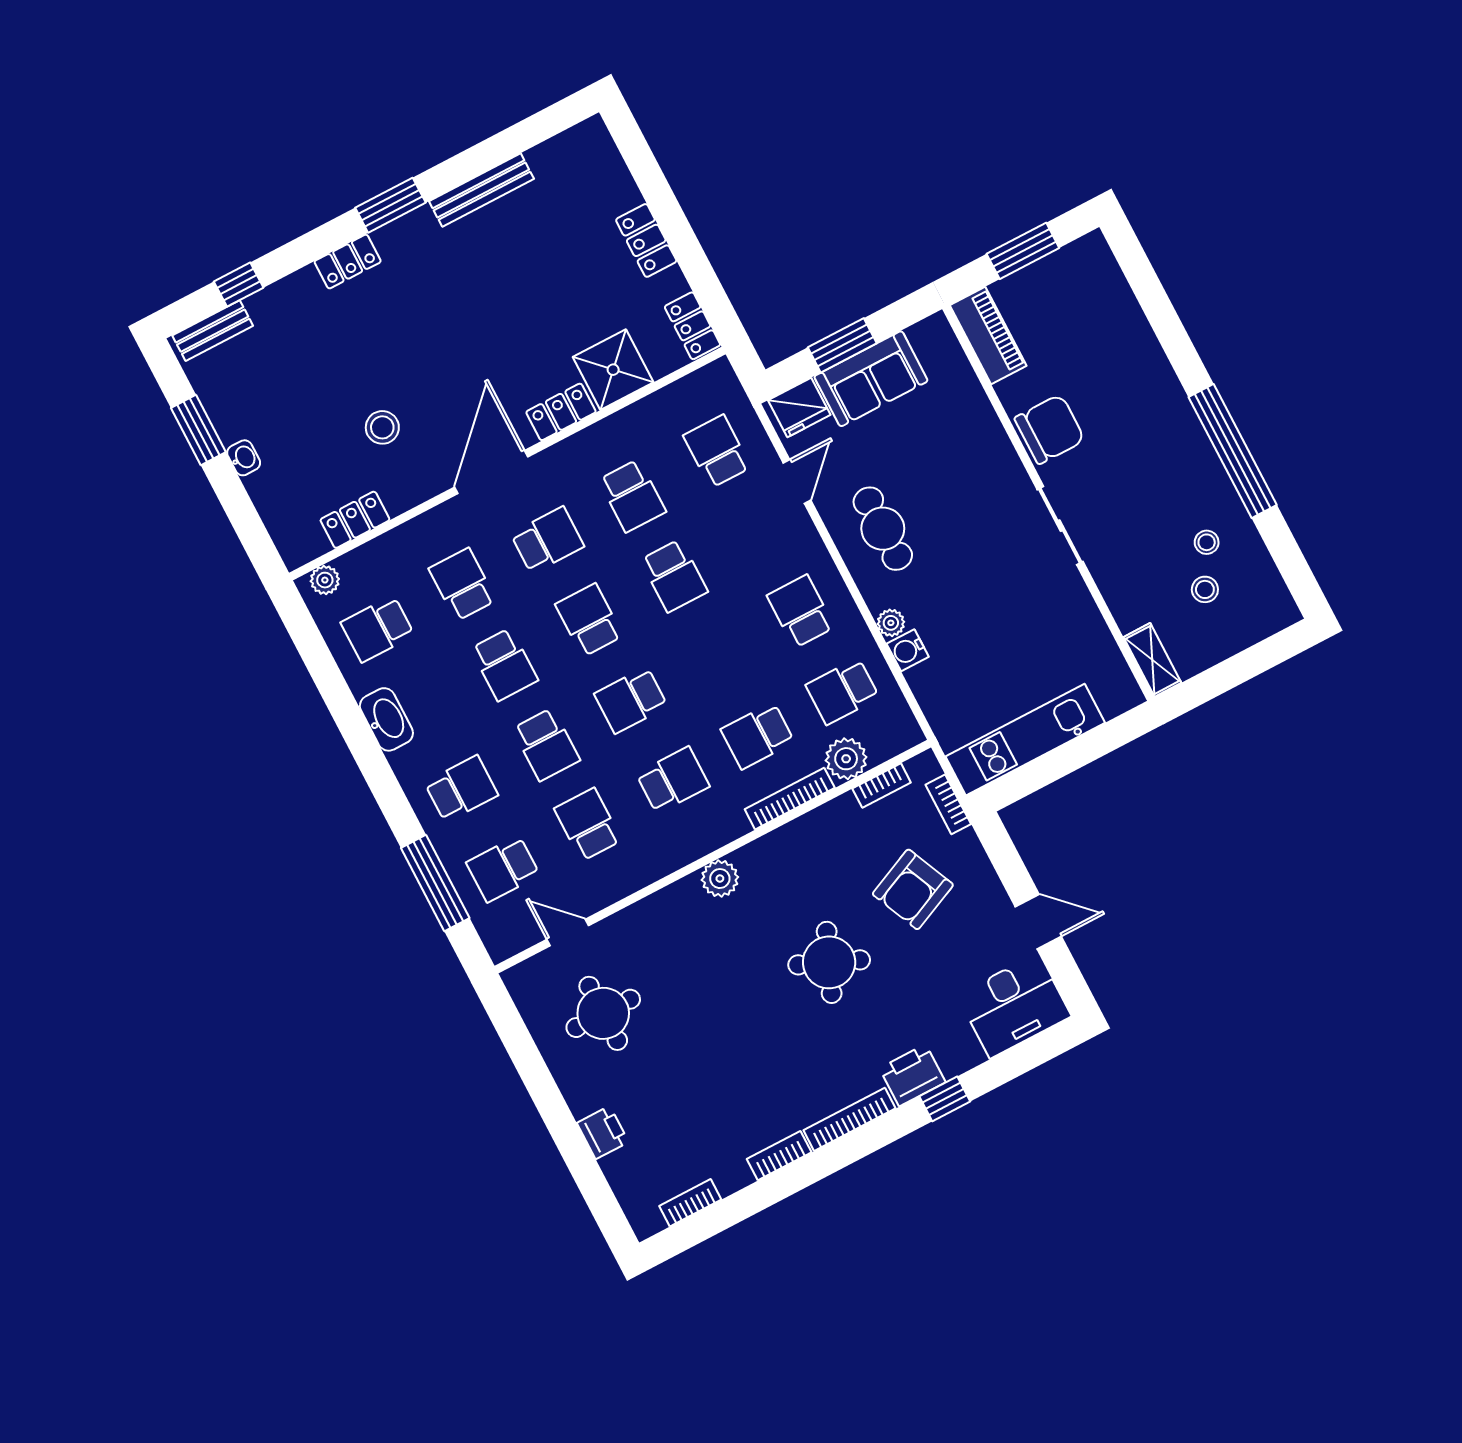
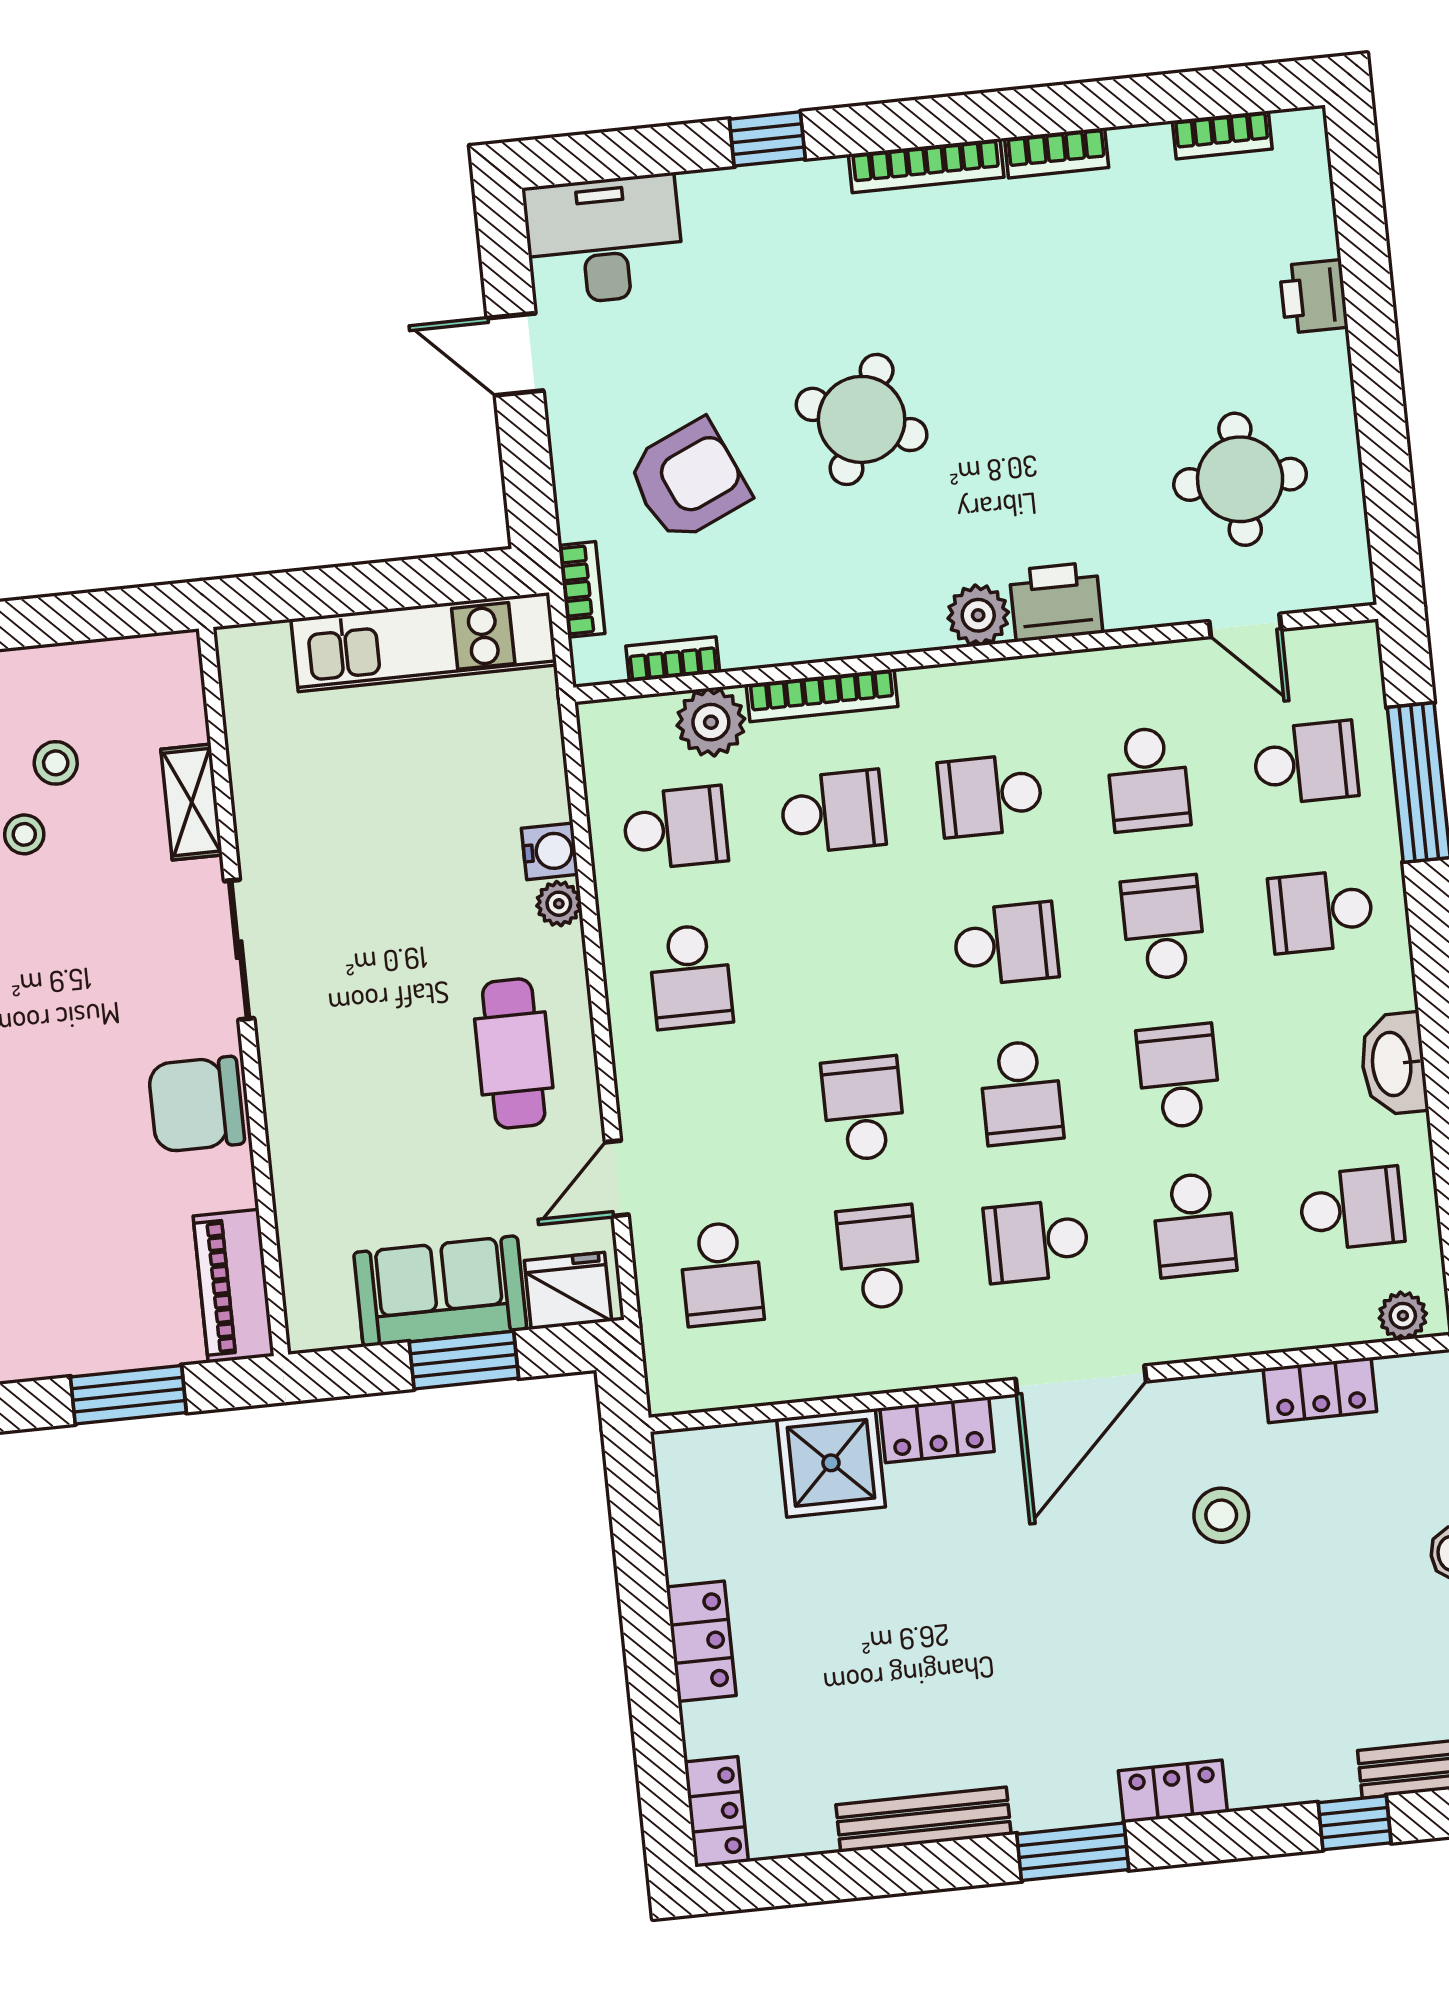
locker: (692, 326) -> (716, 1812), moved
shelving: (1152, 660) -> (192, 802), moved
printer: (912, 1075) -> (1056, 602), moved, turned 180

